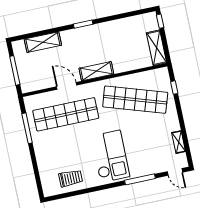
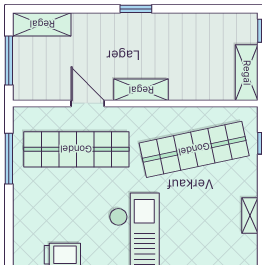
shelving: (43, 42) -> (42, 24), moved
shop shelf: (135, 100) -> (194, 149), turned -30
shelving: (179, 142) -> (250, 215), moved

